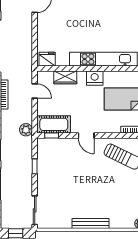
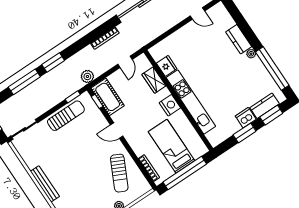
fridge: (47, 59) -> (167, 66), moved
door: (86, 136) -> (117, 131), hinge flipped
window: (35, 166) -> (73, 97), moved
sun lounger: (46, 169) -> (66, 116), added

